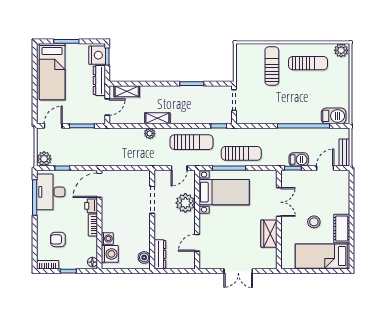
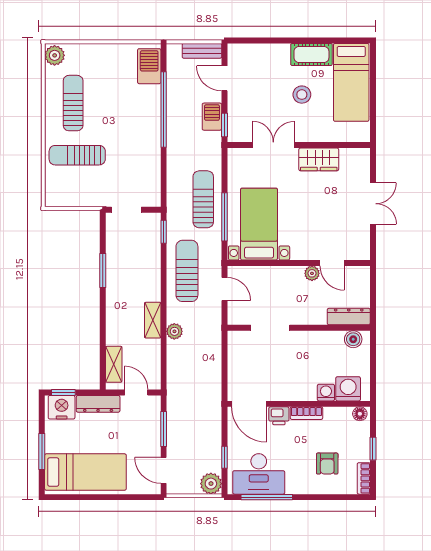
plant: (185, 203) -> (312, 273), moved, width x0.53, depth x0.53

